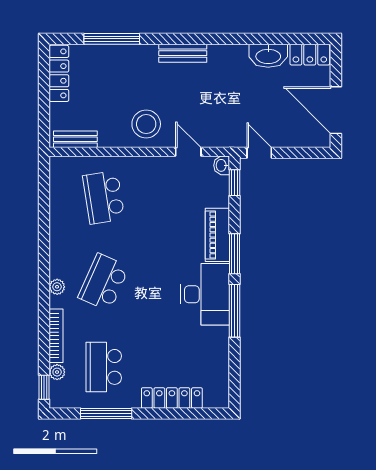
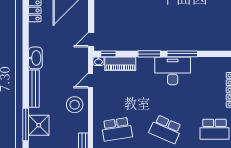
bench: (183, 53) -> (34, 89), width x1.36
washbasin: (268, 56) -> (35, 58), moved
shower: (110, 62) -> (39, 125), added
piano: (217, 235) -> (120, 64), moved

